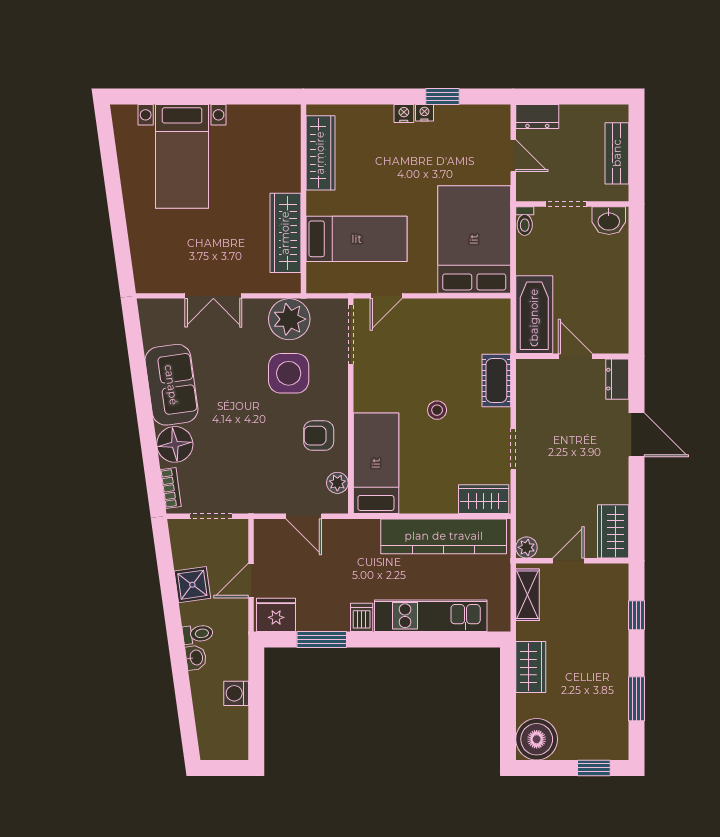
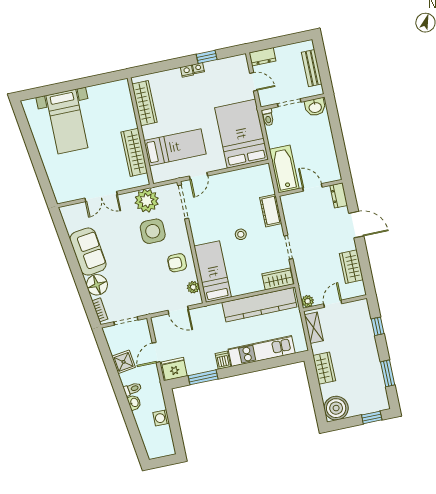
wardrobe: (613, 531) -> (351, 267), moved

